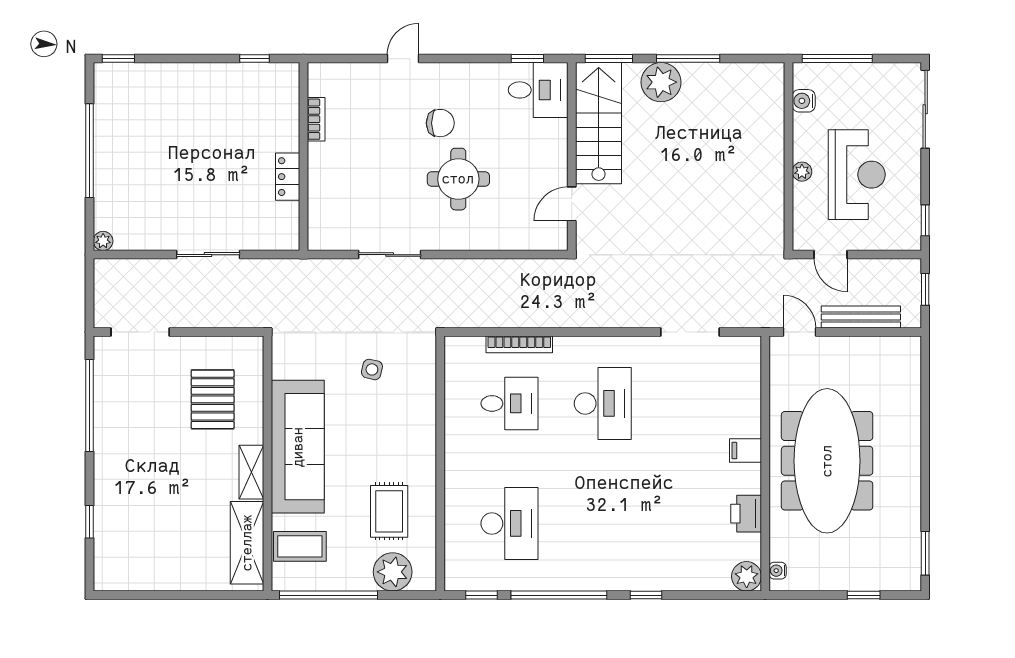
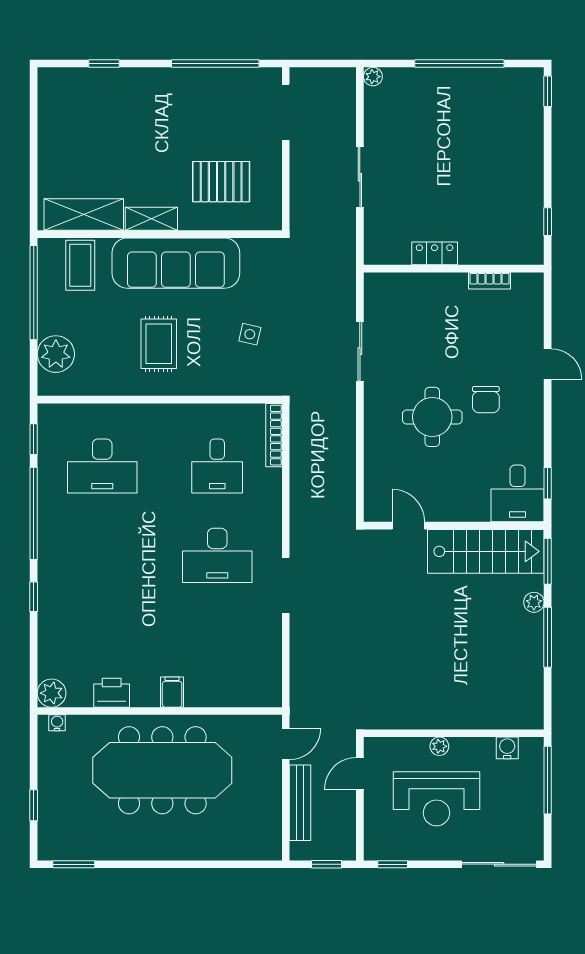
plant: (661, 82) -> (534, 602), width x0.53, depth x0.53
doorway: (690, 332) -> (286, 585), moved
bookcase: (519, 344) -> (274, 435), moved
rug: (389, 511) -> (159, 344), moved, turned 90

